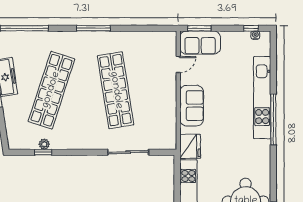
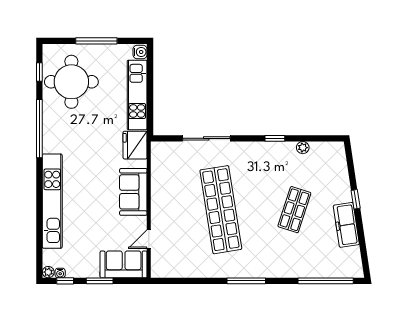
window: (199, 28) -> (100, 281), moved
plant: (266, 36) -> (48, 272), added
shop shelf: (51, 90) -> (294, 210), width x0.50, depth x0.74
window: (273, 119) -> (39, 129), moved
window: (43, 152) -> (275, 138), moved

